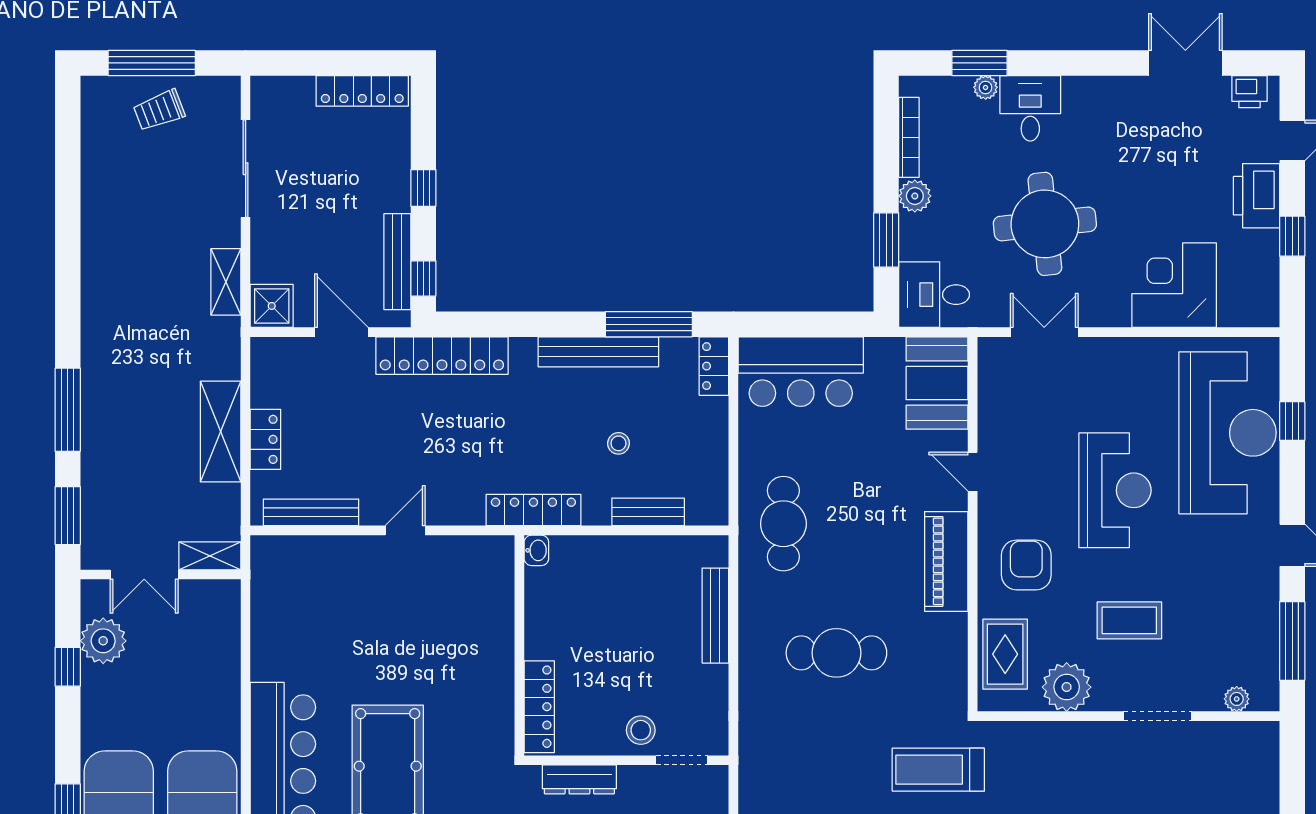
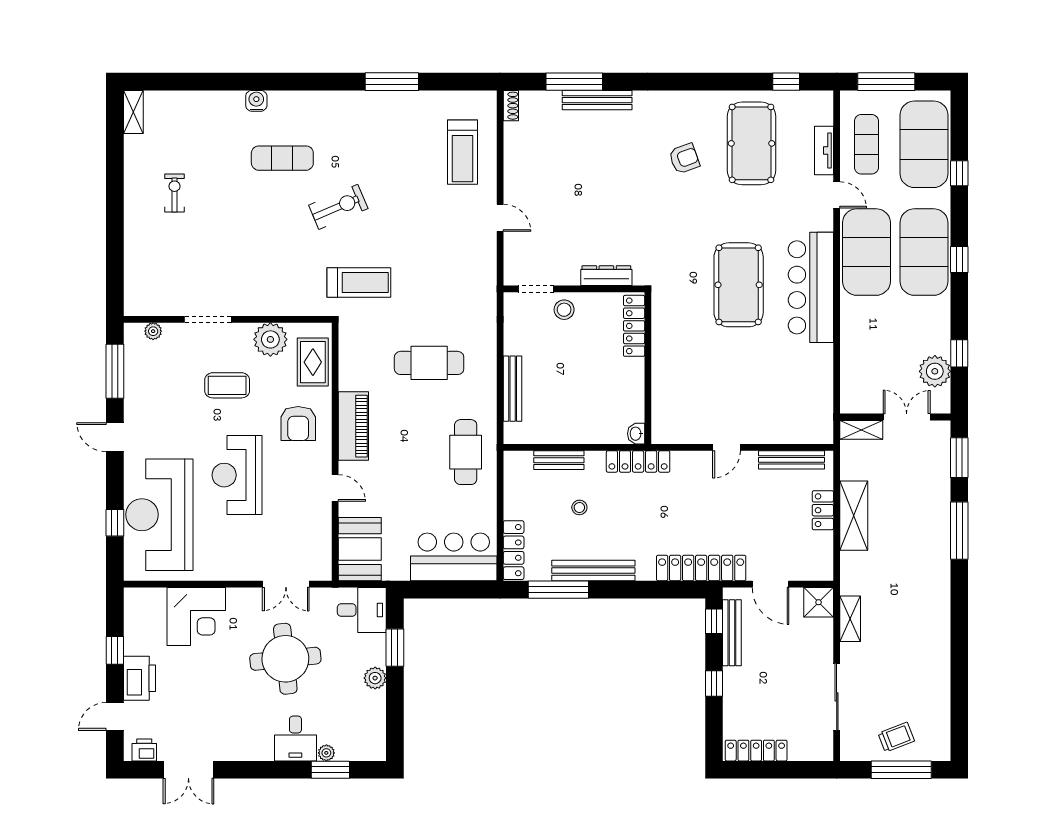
bookcase: (909, 137) -> (379, 718), removed
locker: (714, 366) -> (514, 550), width x1.53

